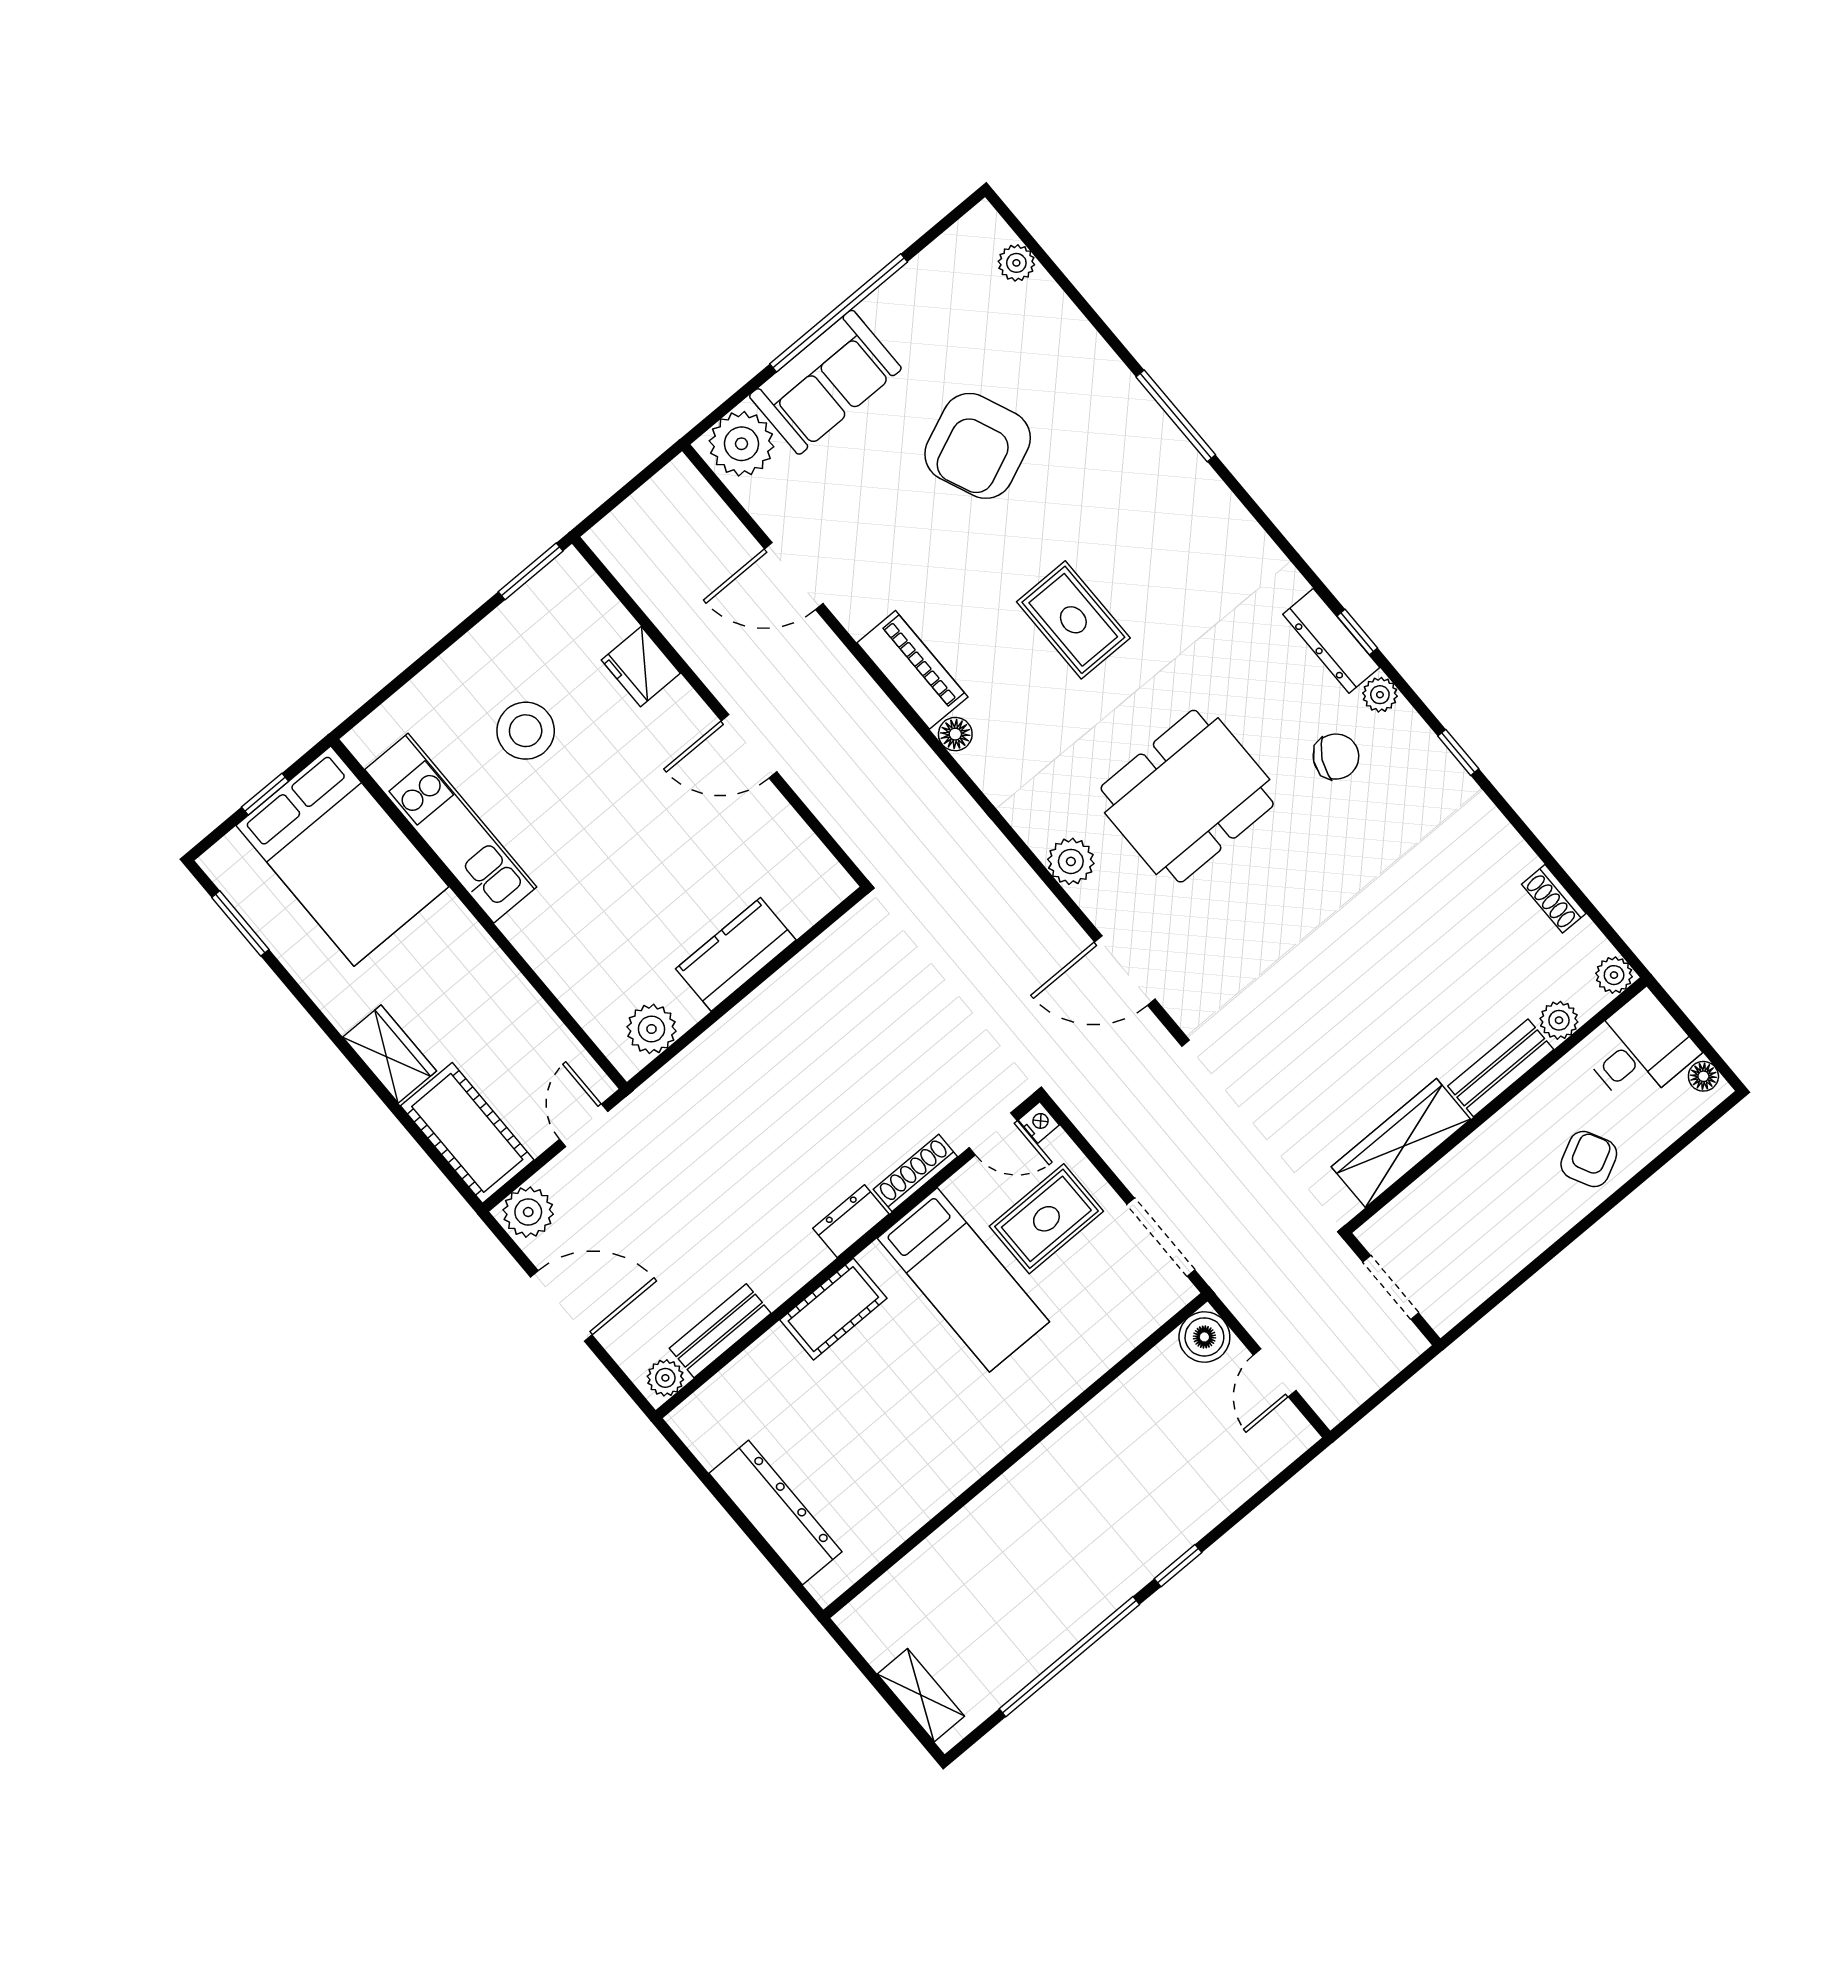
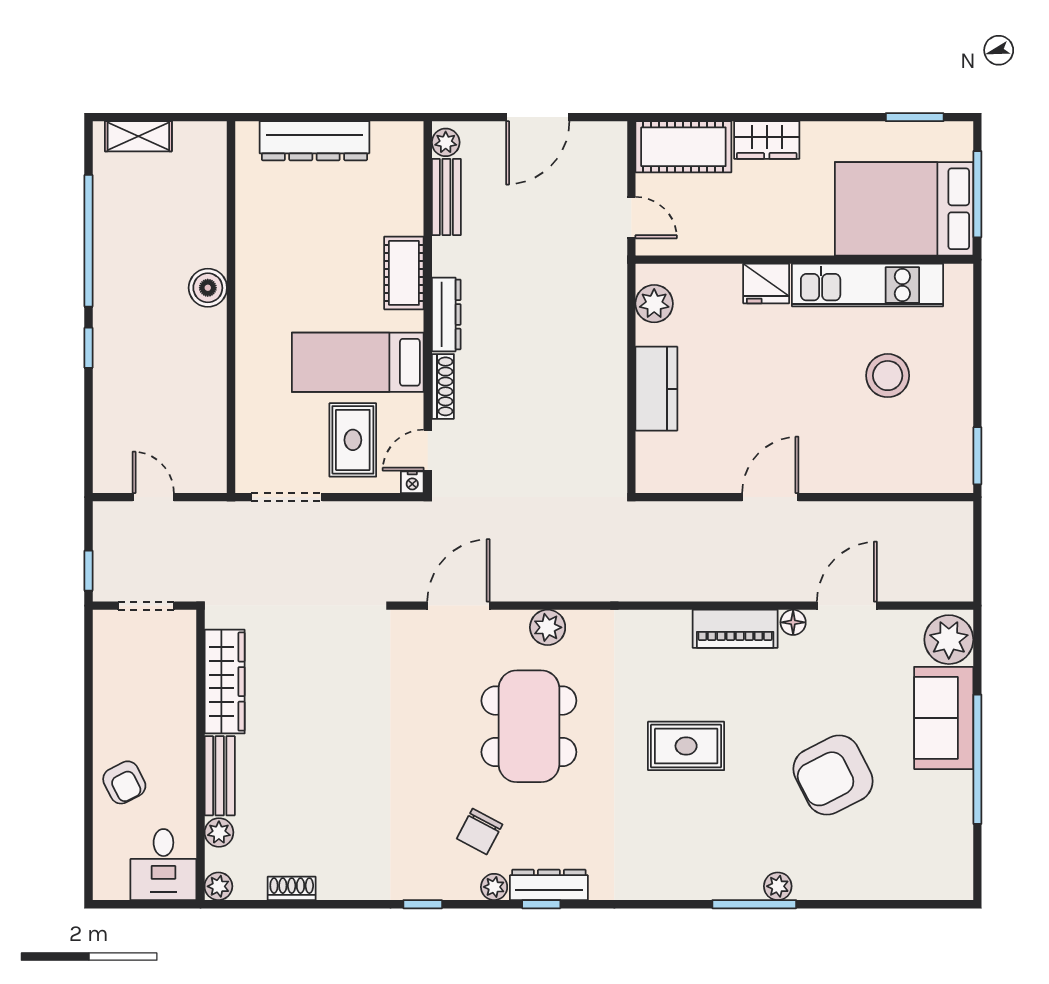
plant: (1016, 263) -> (778, 886), moved
armchair: (978, 446) -> (833, 775), turned -94
fridge: (641, 667) -> (766, 283), moved, turned 180
floor lamp: (955, 734) -> (793, 622), moved
window: (265, 794) -> (977, 194), width x2.17
floor lamp: (1703, 1076) -> (117, 889), removed
plant: (528, 1212) -> (608, 144), removed
dresser: (851, 1221) -> (446, 314), width x1.44
boiler: (1204, 1337) -> (208, 288), moved
window: (1404, 1376) -> (89, 571), added

